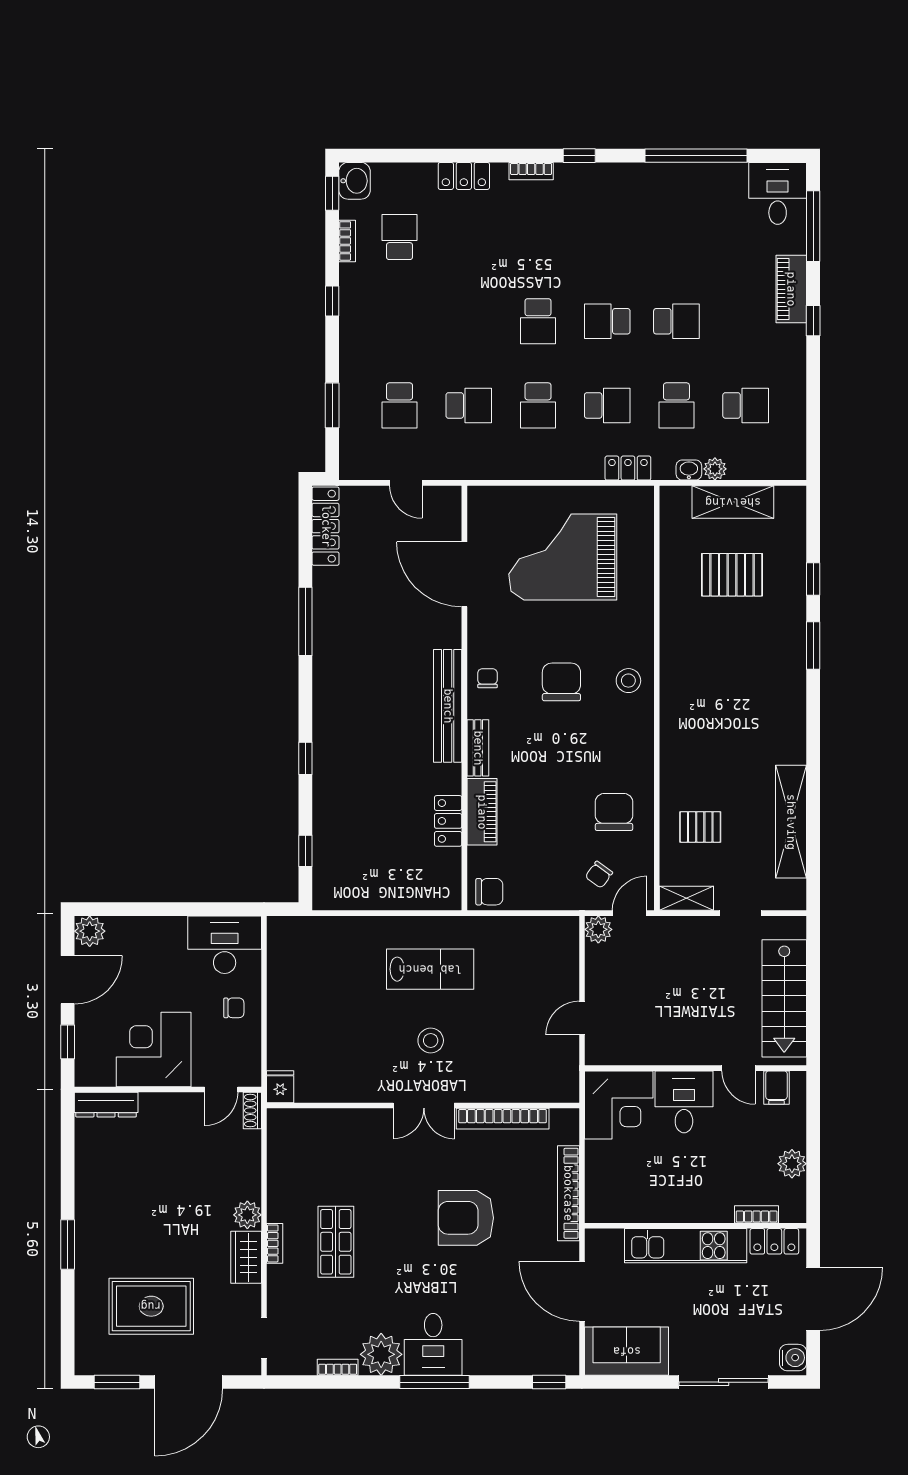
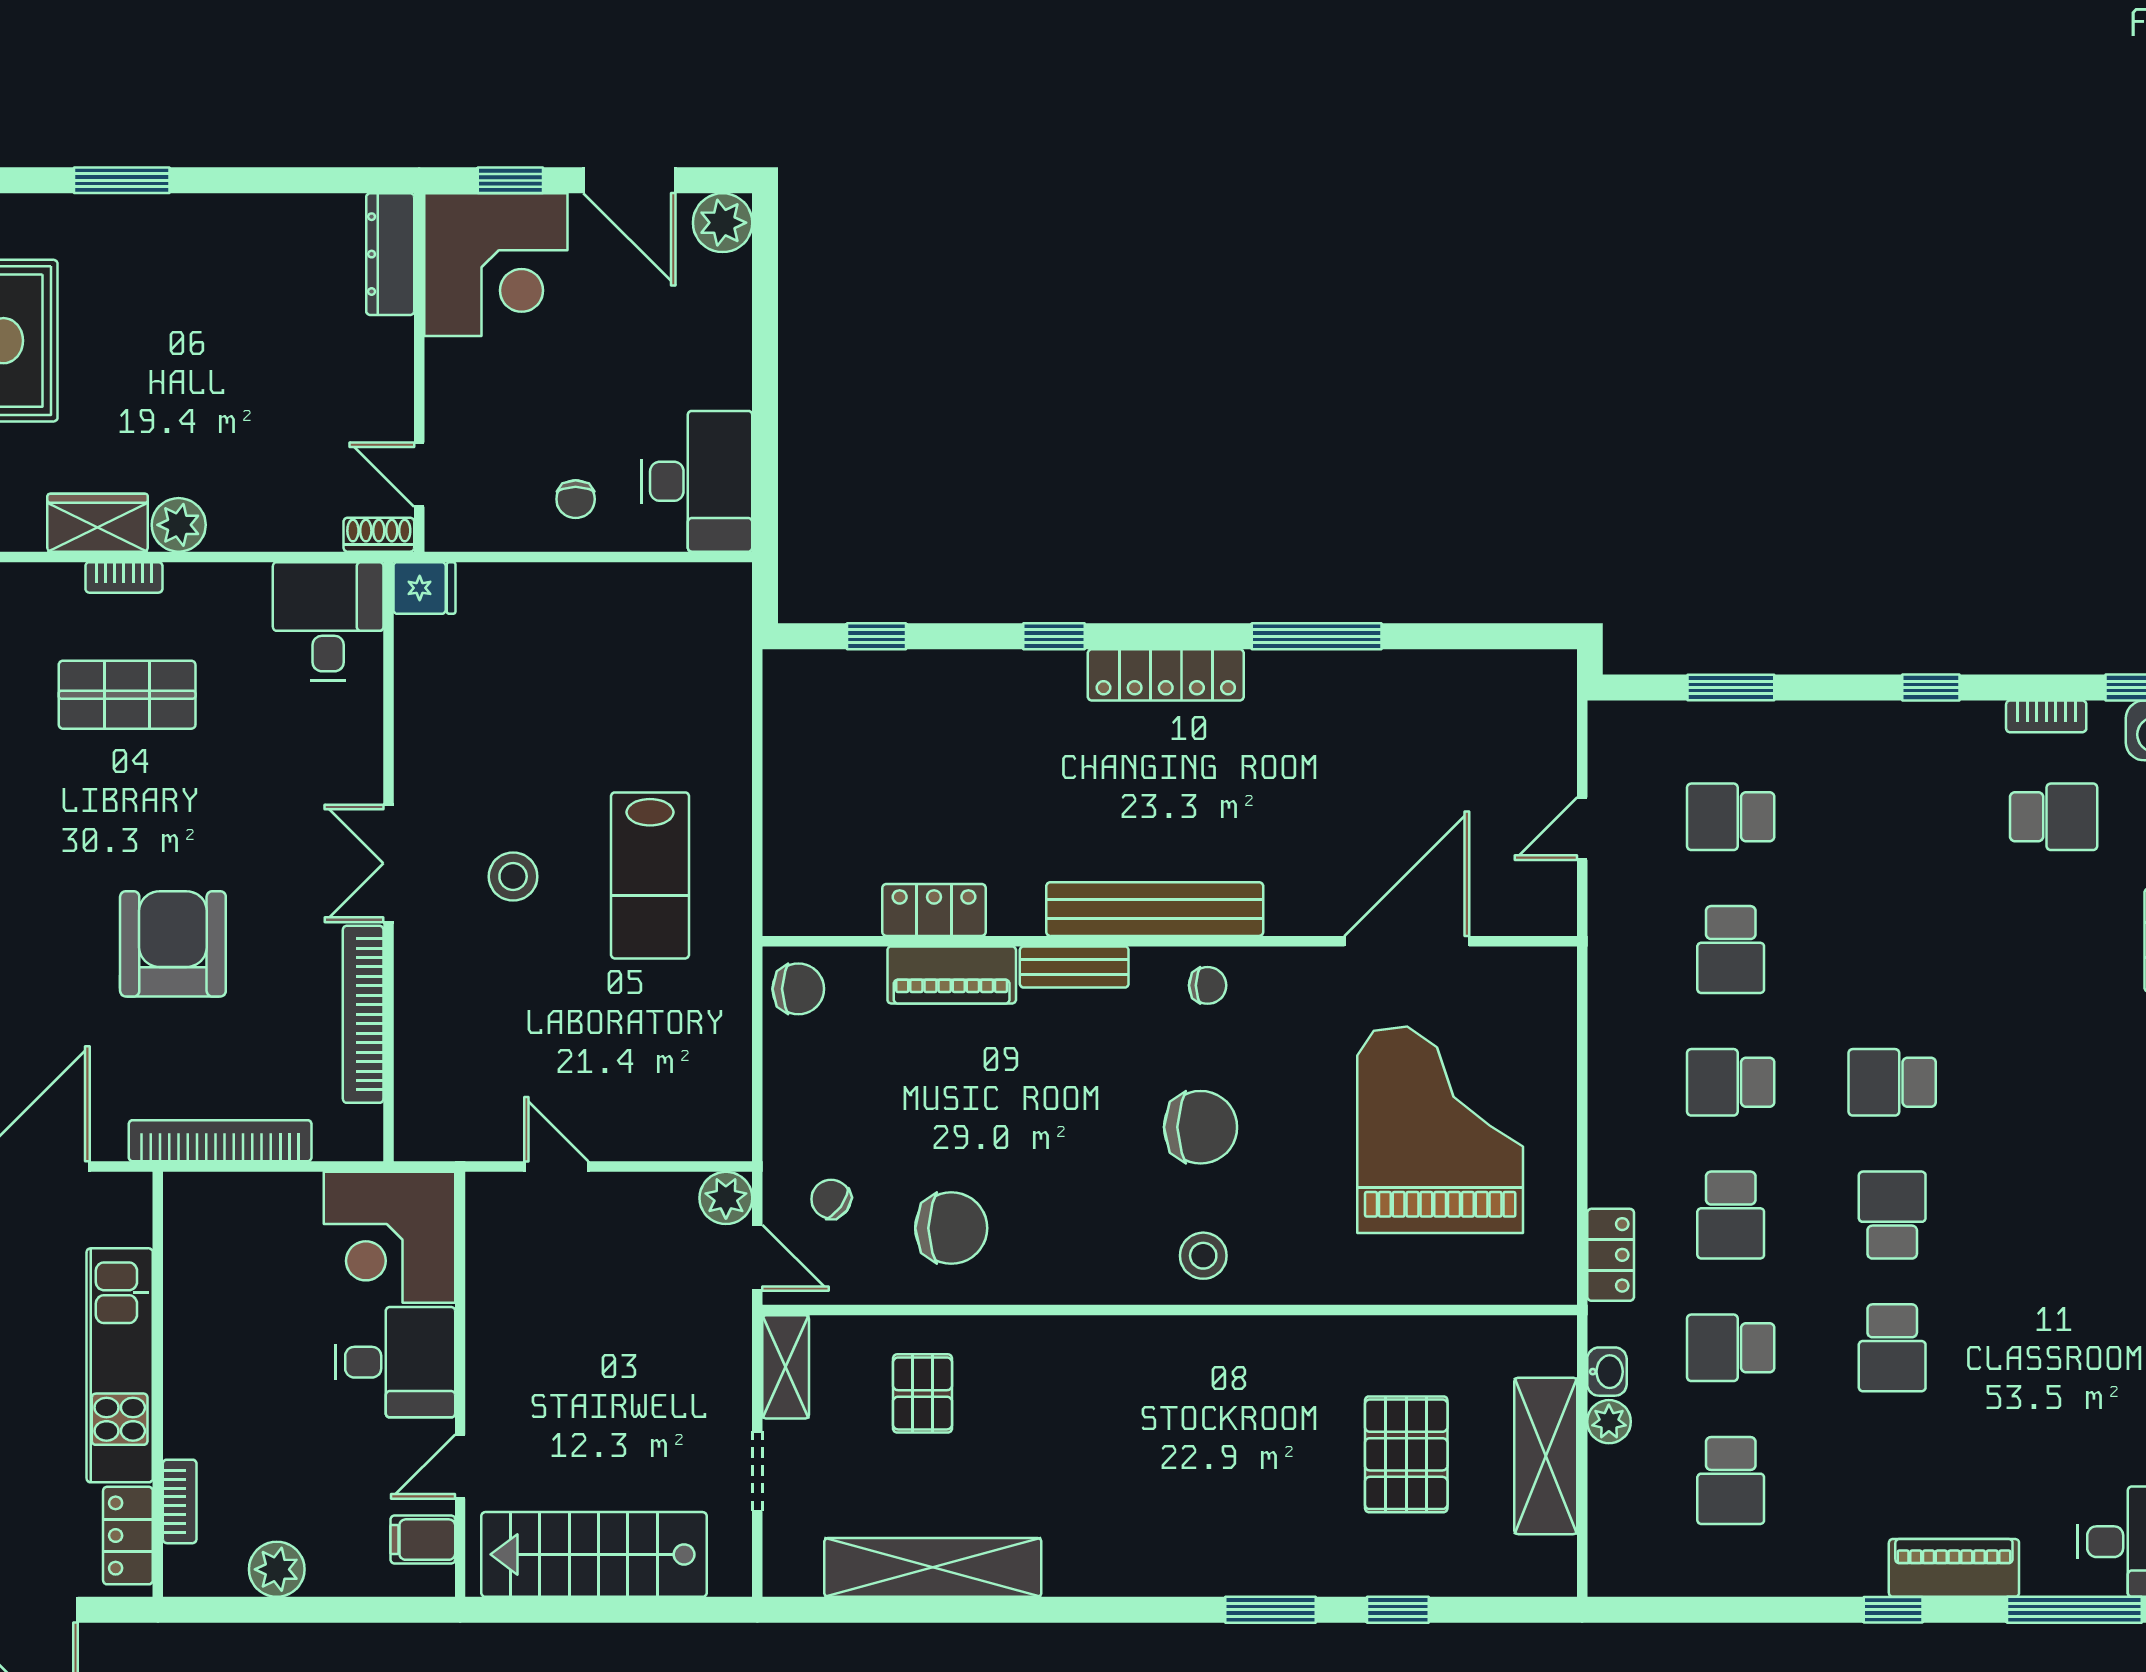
locker: (326, 526) -> (1166, 675), moved
chair: (489, 892) -> (798, 989), turned -90
corner desk: (154, 1049) -> (496, 265), moved, turned 90
desk: (298, 1137) -> (328, 621), added

